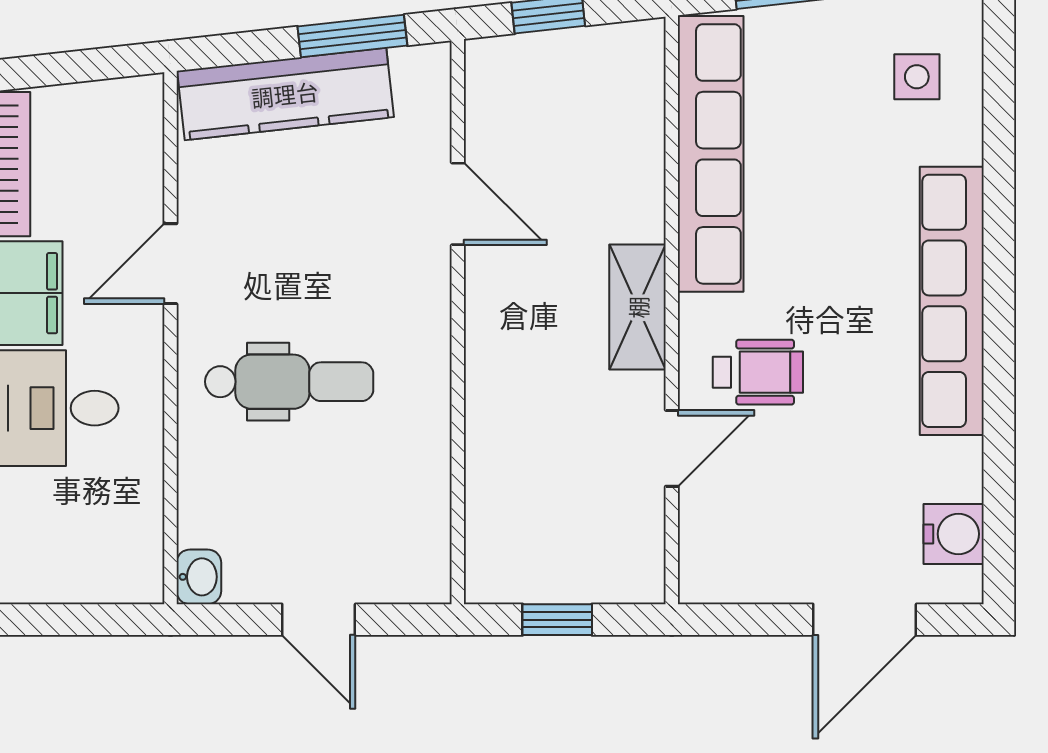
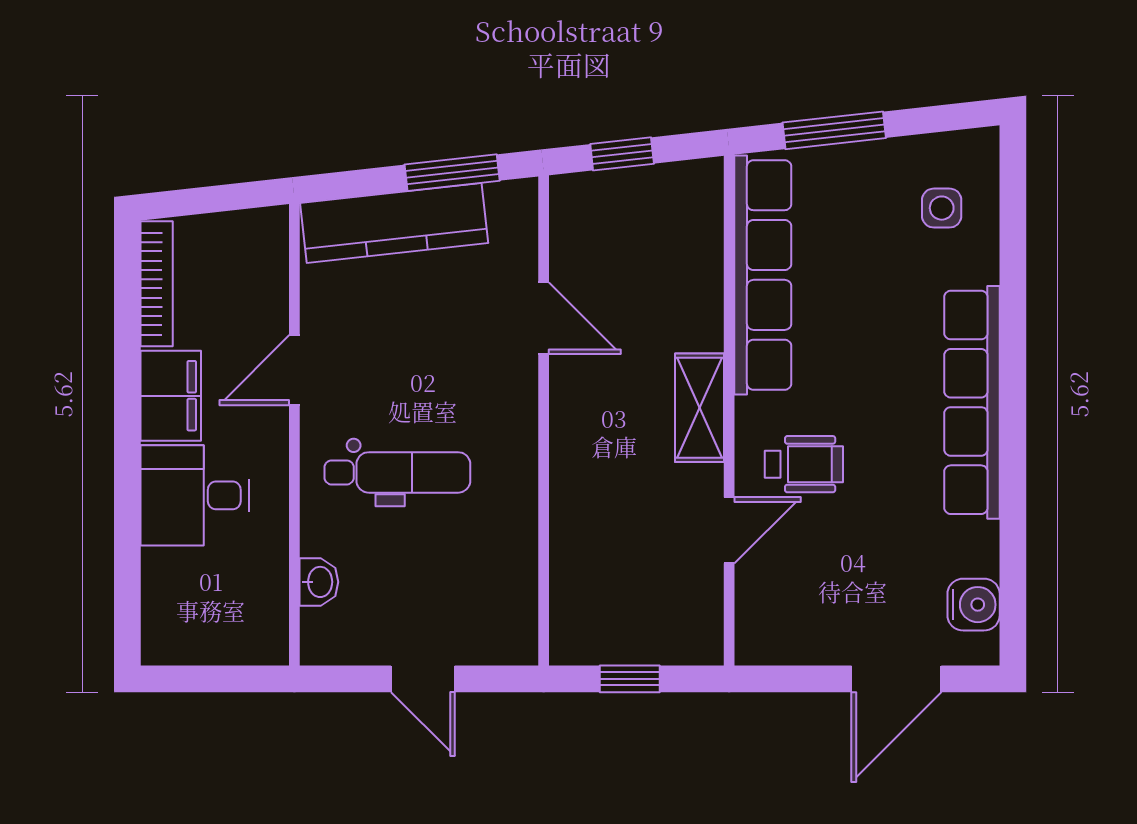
washbasin: (199, 577) -> (319, 582), moved

